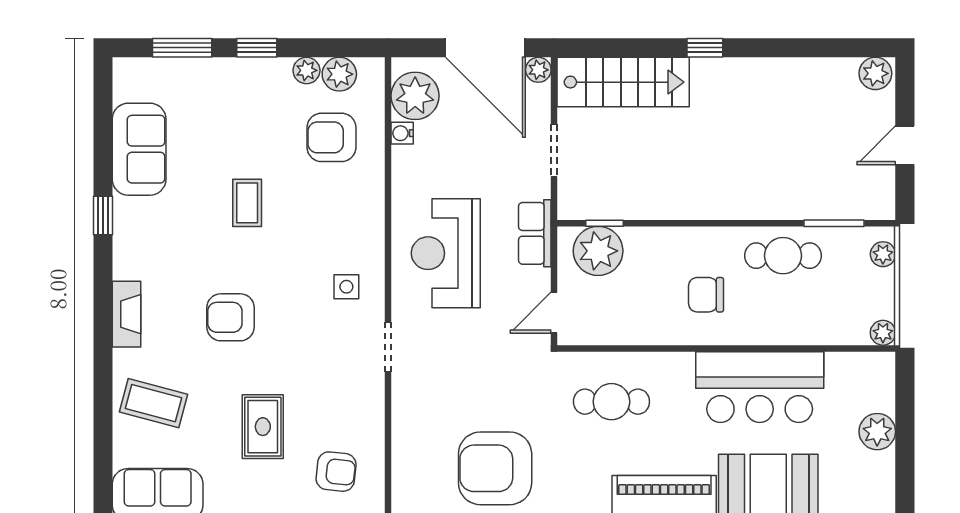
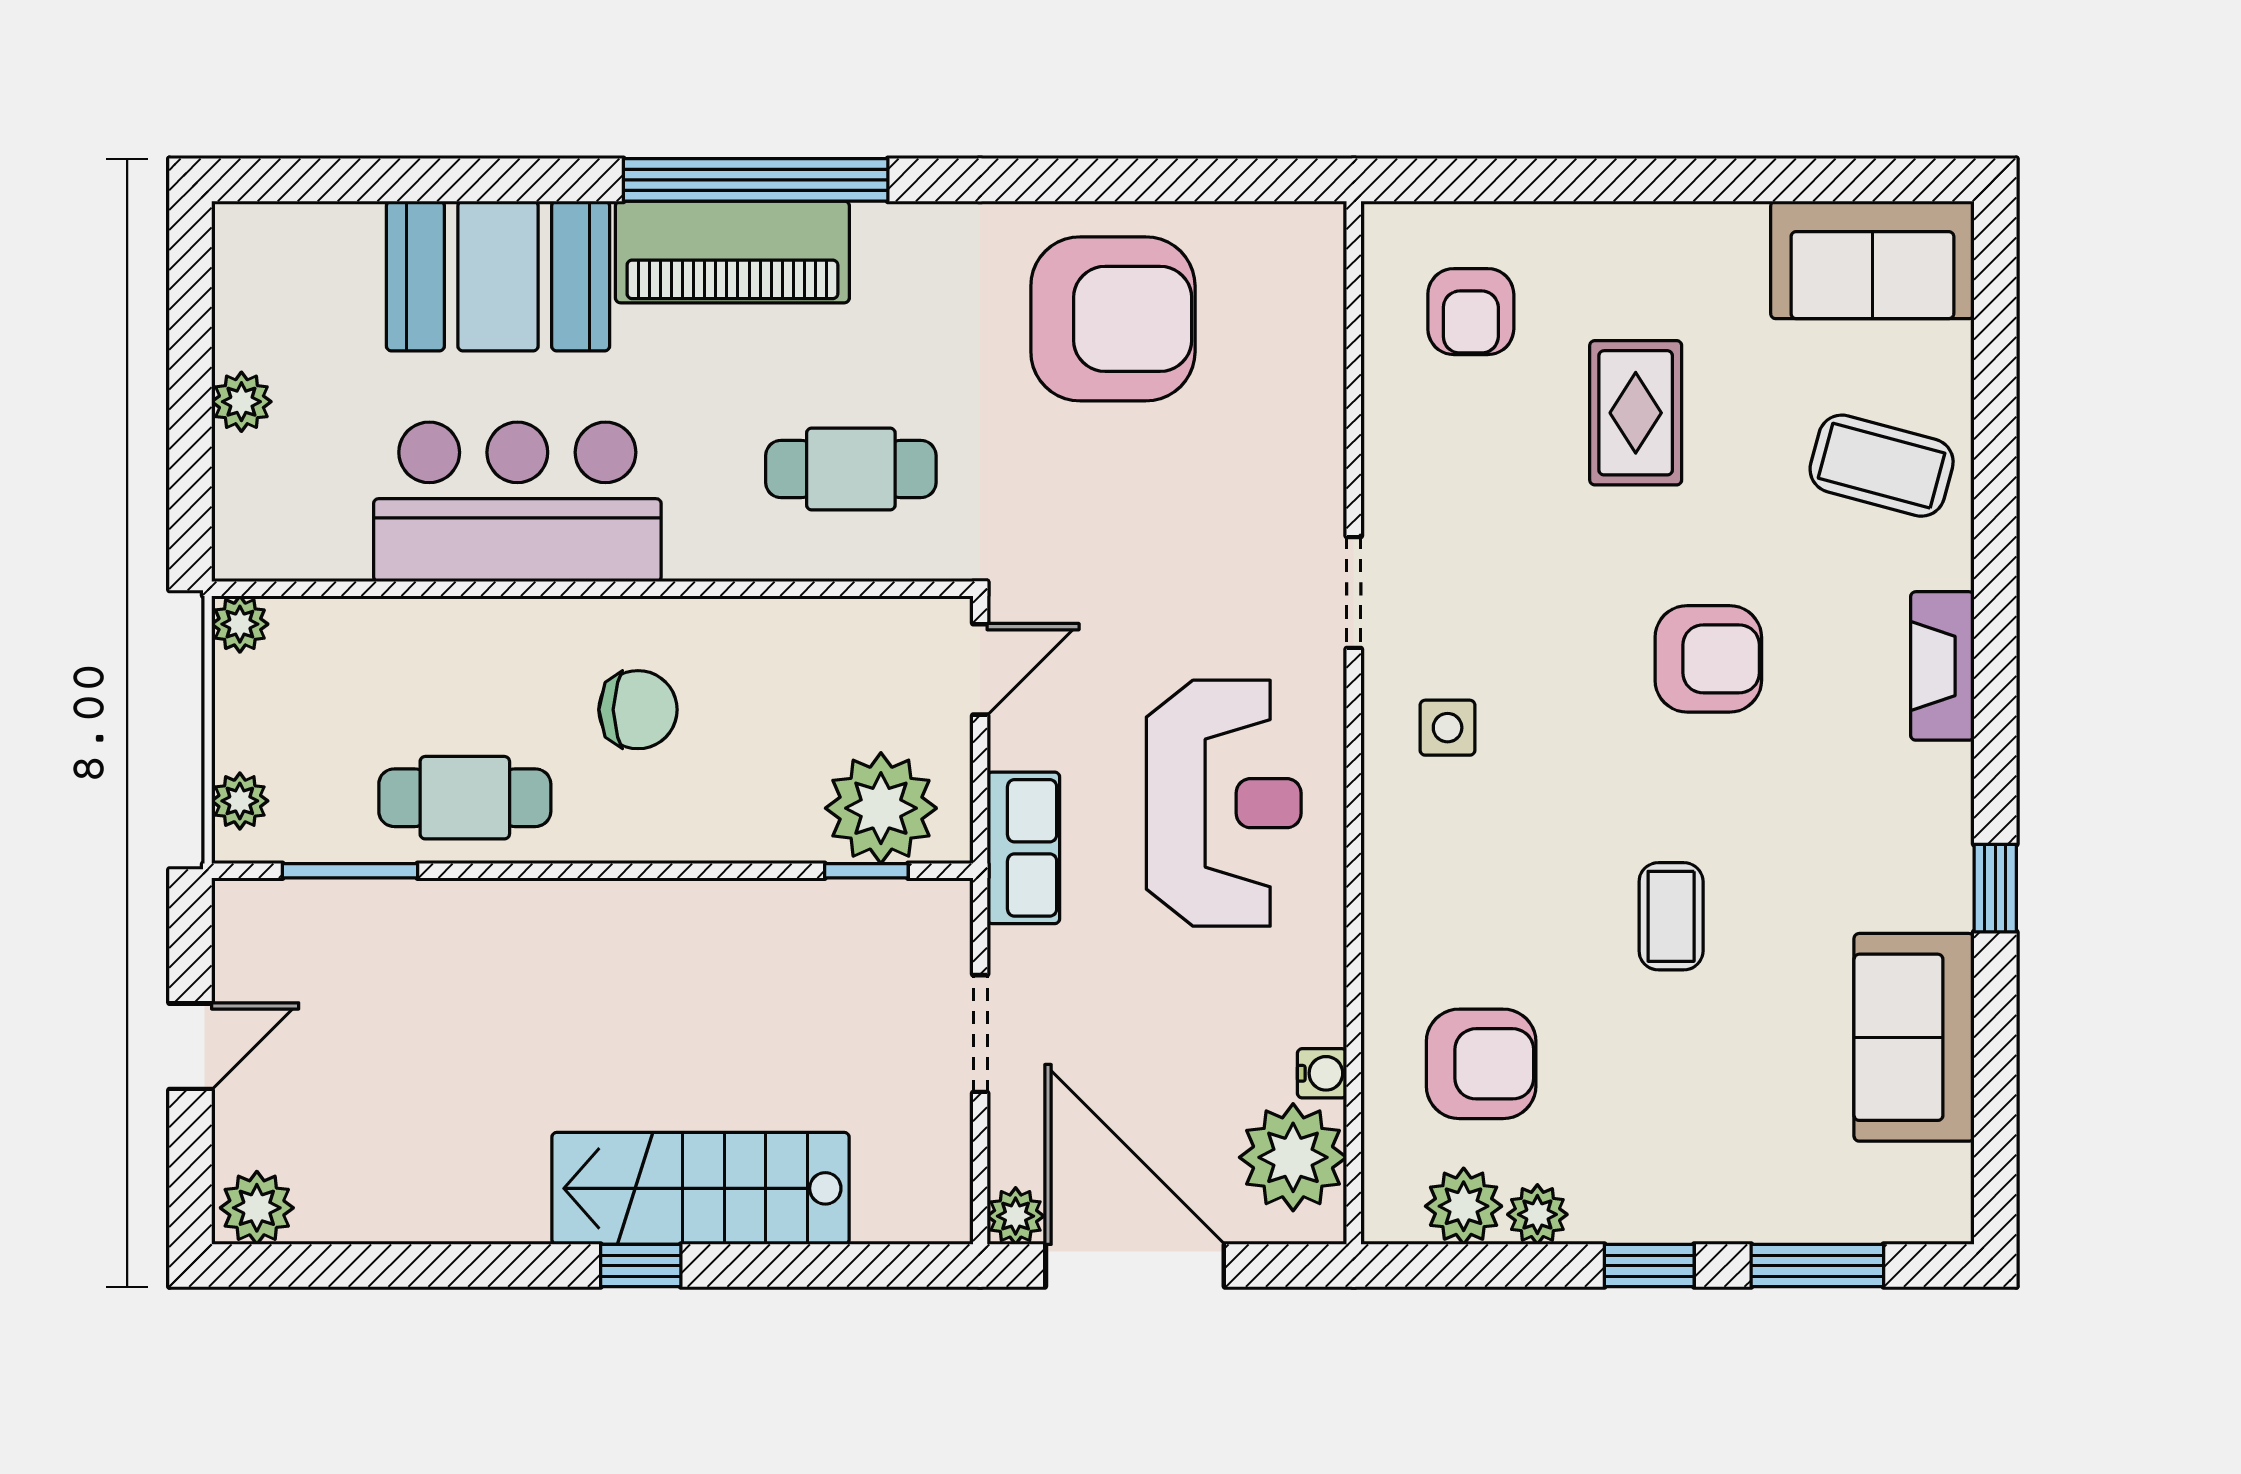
stairs: (623, 82) -> (701, 1188), moved
plant: (877, 432) -> (241, 402), width x0.73, depth x0.73
armchair: (336, 472) -> (1471, 312), turned -96

